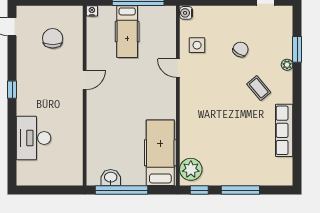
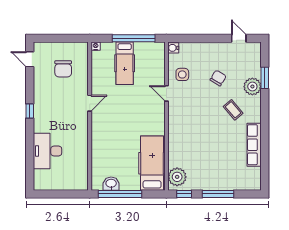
chair: (53, 38) -> (63, 69), turned 180
plant: (287, 65) -> (252, 87), width x1.87, depth x1.87

